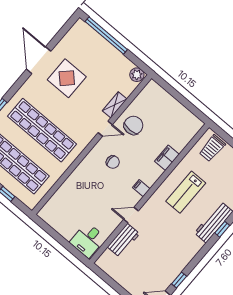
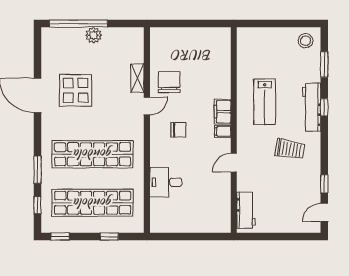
plant: (137, 75) -> (94, 35), moved
trolley: (212, 148) -> (290, 149), moved, turned -81
filing cabinet: (167, 158) -> (223, 112), moved
desk: (88, 240) -> (166, 182), moved, turned 90
workbench: (124, 240) -> (246, 210), moved

